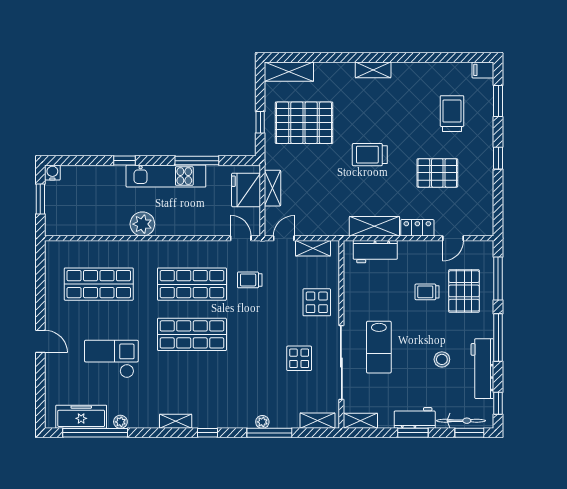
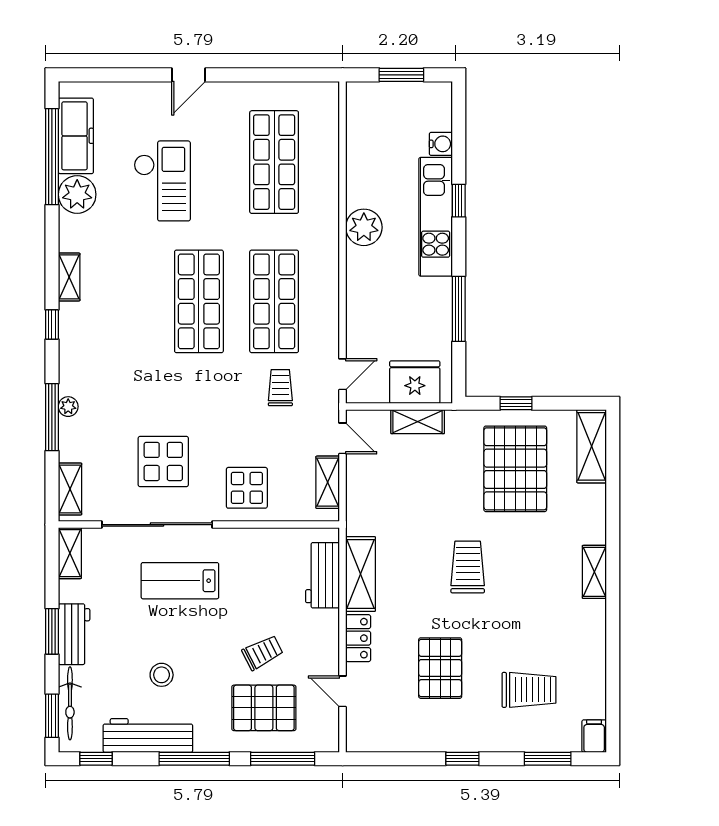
water cooler: (52, 173) -> (441, 144), moved
kitchen unit: (166, 176) -> (436, 217), moved
trolley: (427, 292) -> (262, 653), turned 63
display table: (299, 358) -> (163, 461), width x1.36, depth x1.36
plant: (120, 422) -> (77, 194), width x1.88, depth x1.88

